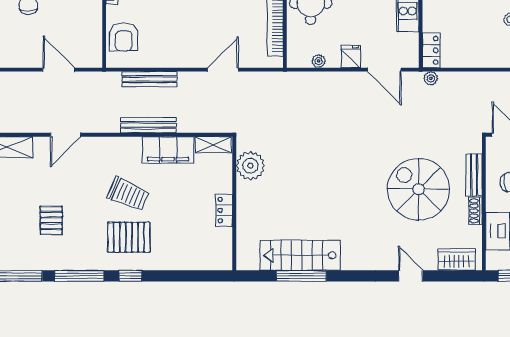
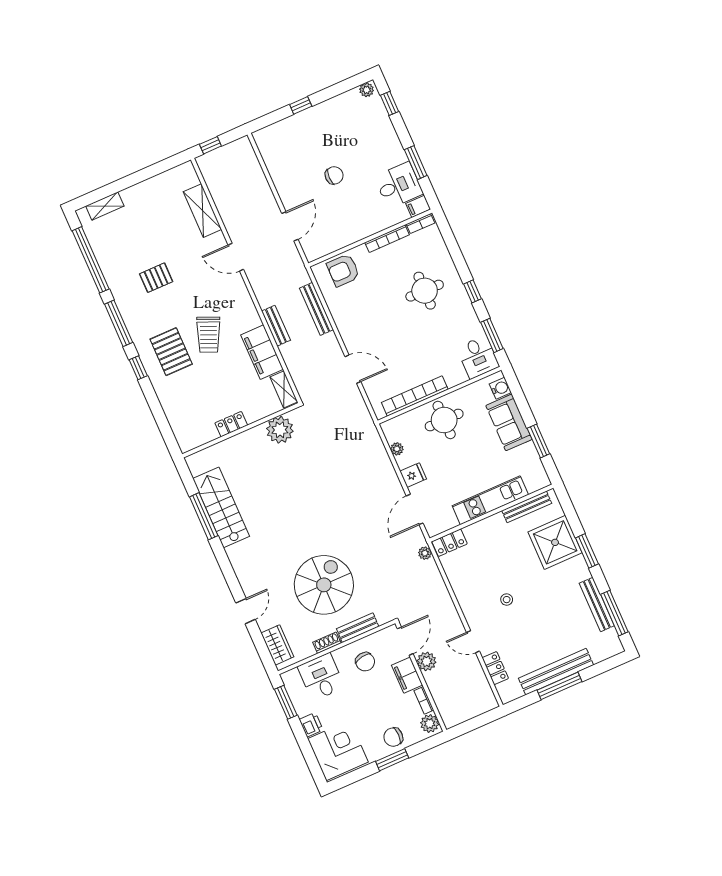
bench: (148, 125) -> (276, 326), width x0.73

